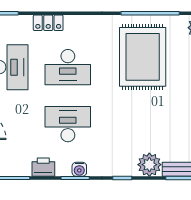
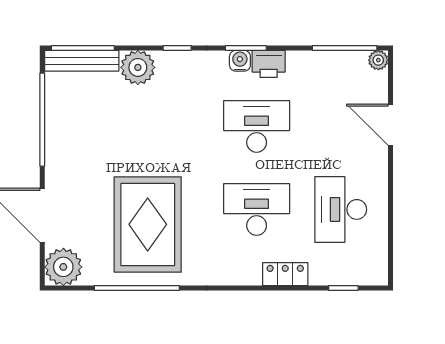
desk: (68, 124) -> (257, 126), turned 180
printer: (43, 167) -> (269, 64), moved

